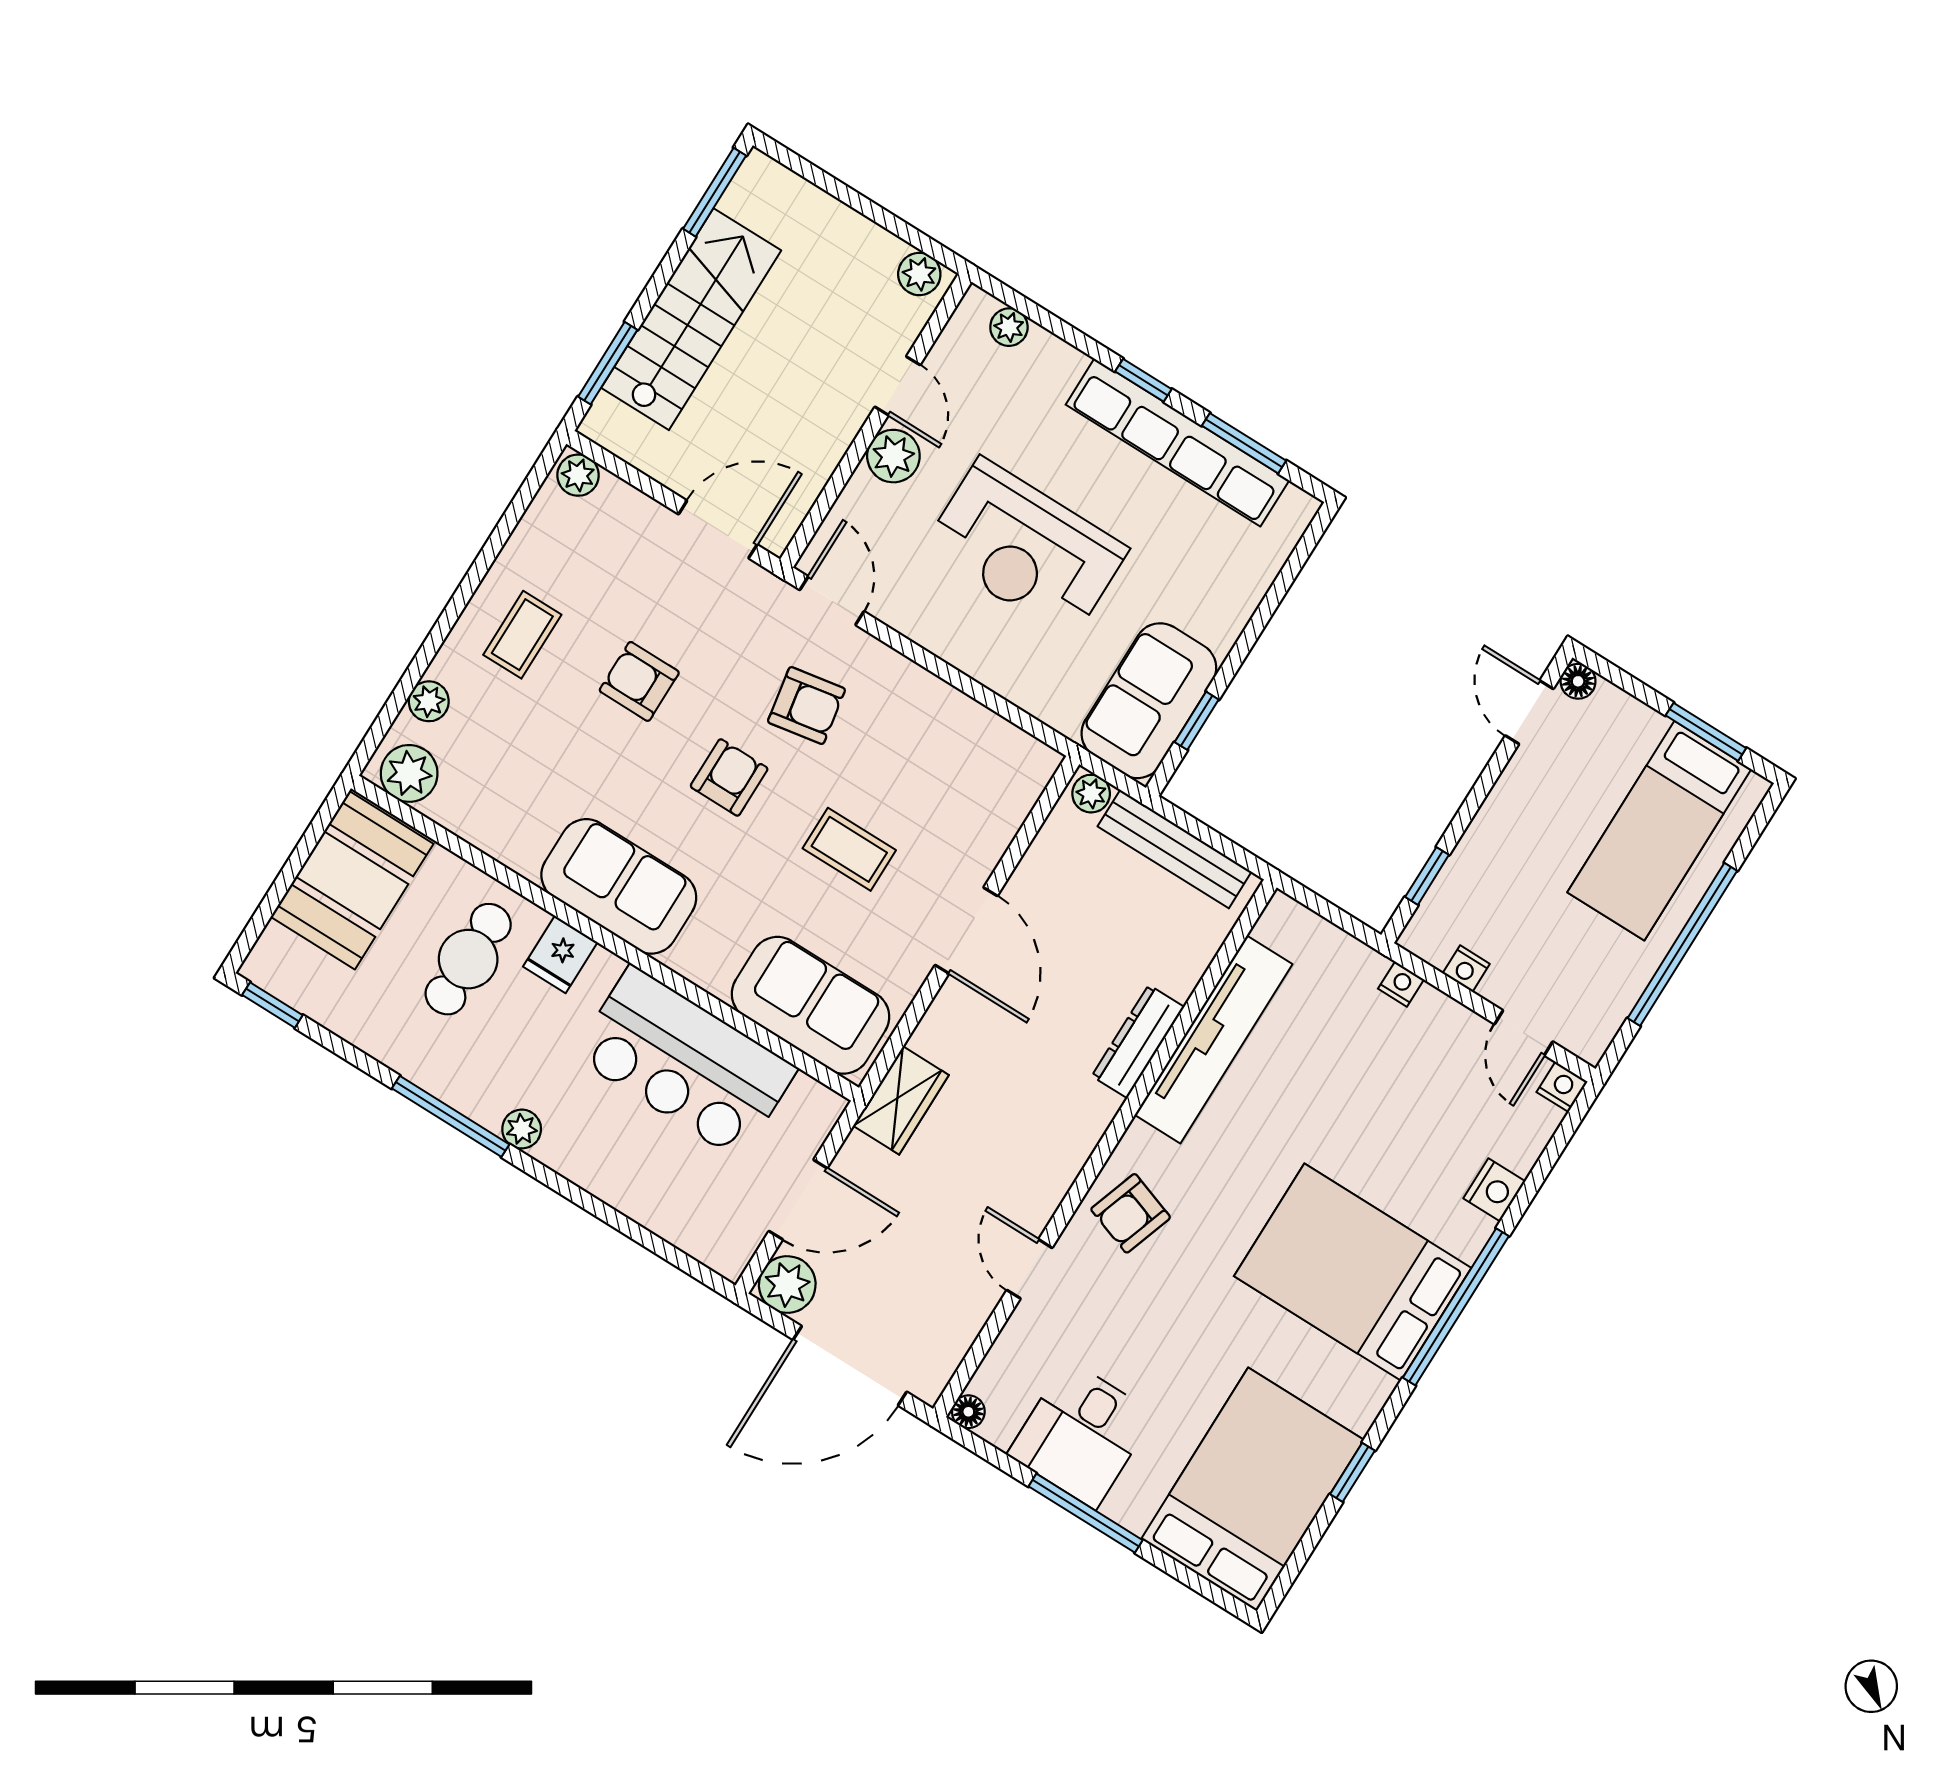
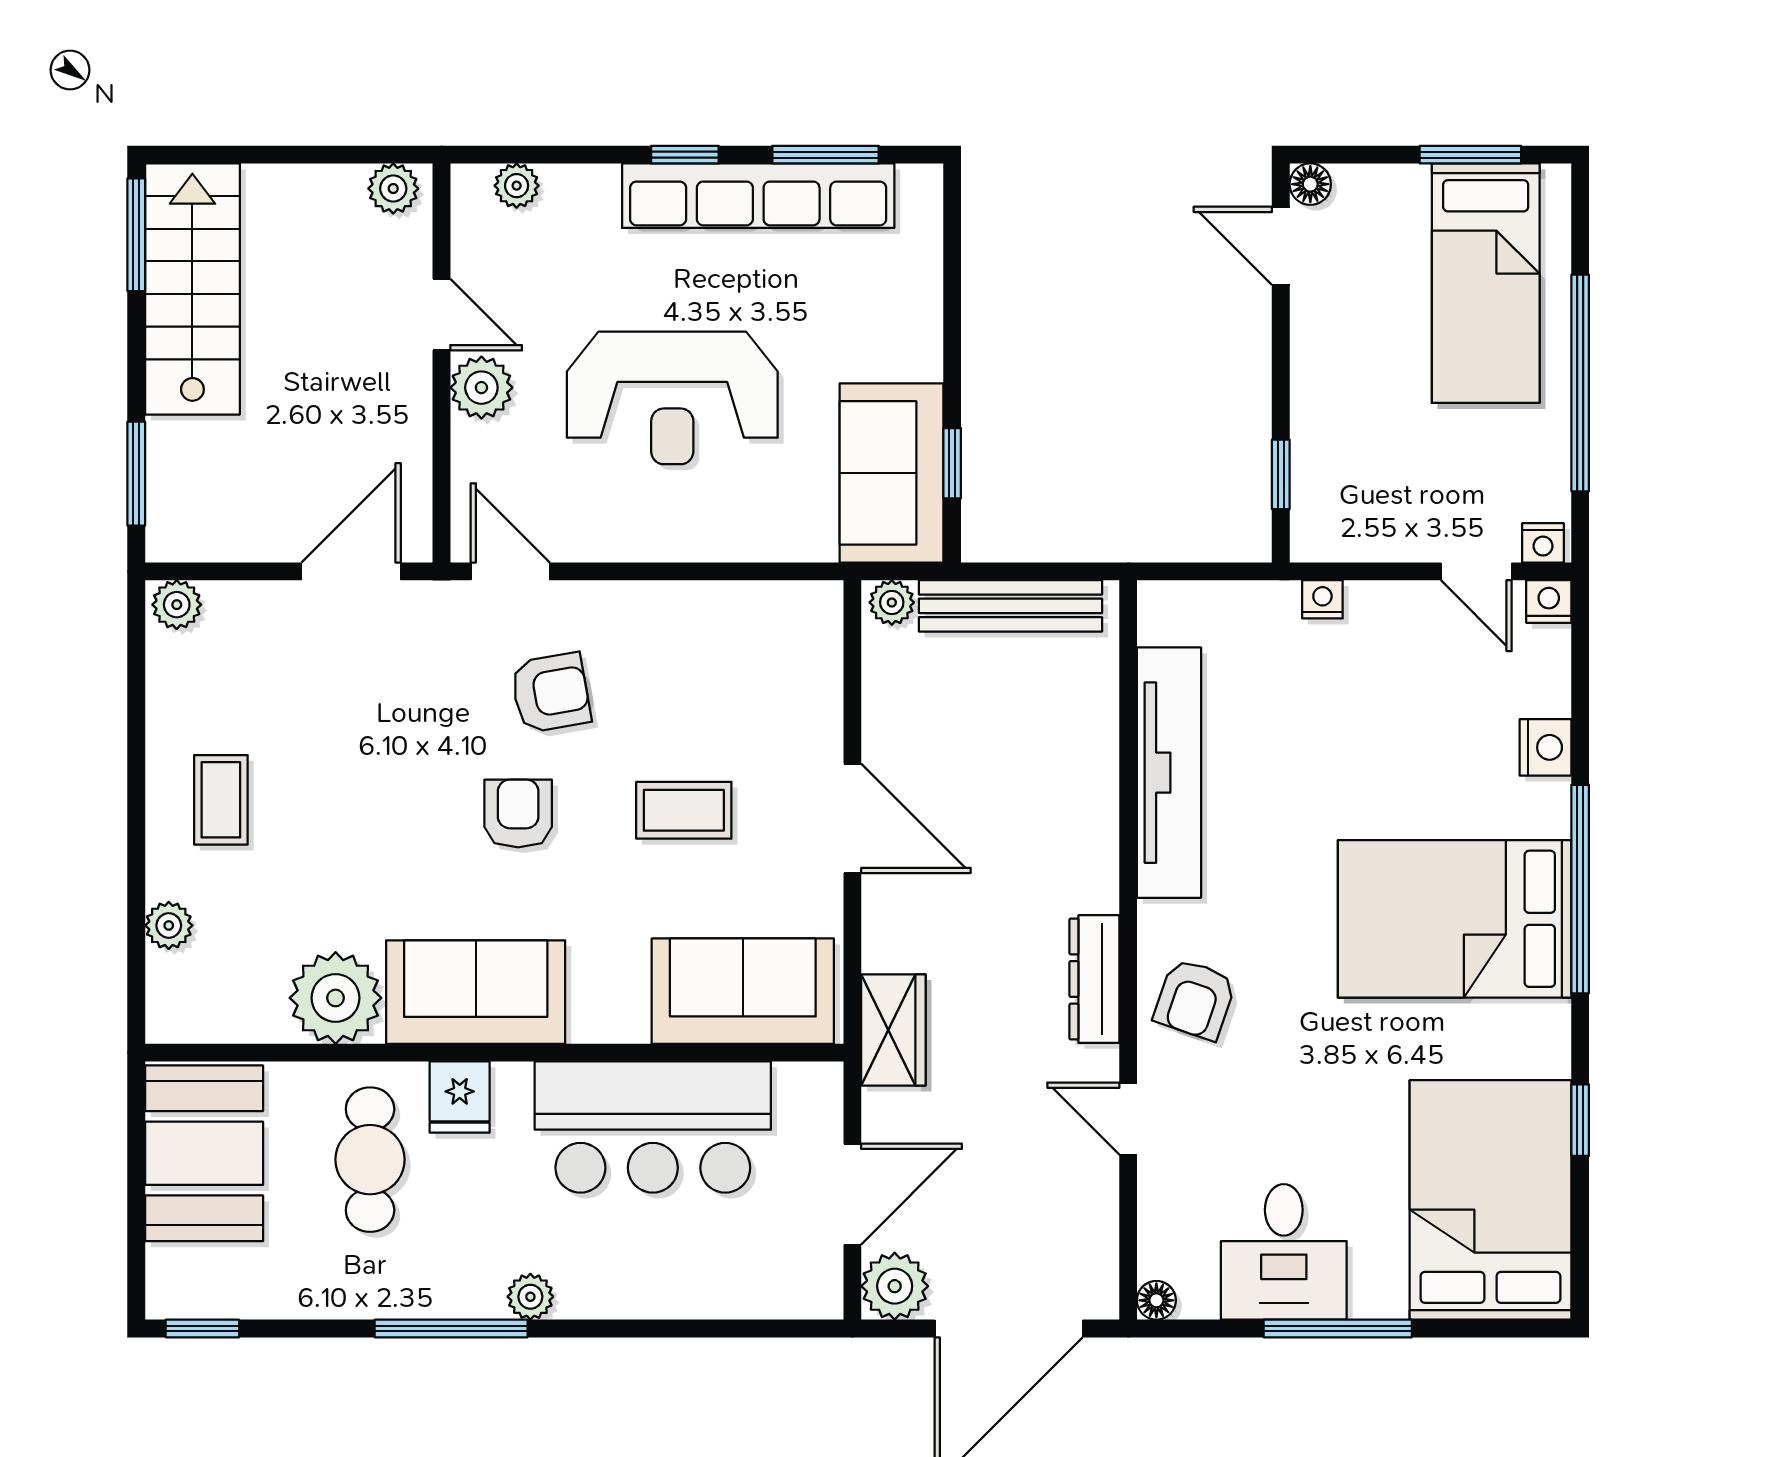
stairs: (691, 319) -> (192, 289), moved
armchair: (639, 681) -> (368, 773), removed
plant: (409, 773) -> (336, 998), moved, width x1.36, depth x1.36
nightstand: (1466, 969) -> (1543, 543), moved
dresser: (1138, 1042) -> (1094, 979), moved

